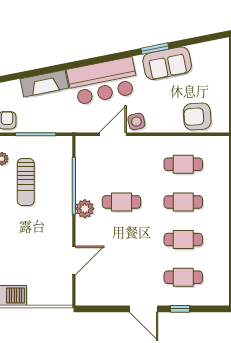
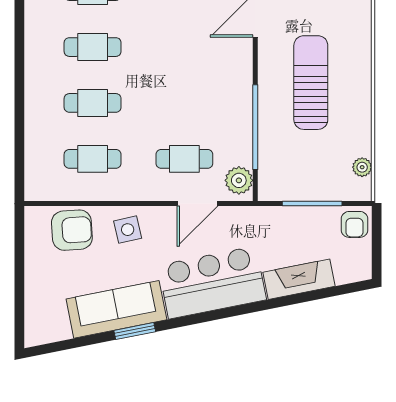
sofa: (167, 63) -> (116, 309), width x1.36
side table: (136, 122) -> (128, 230), moved
sun lounger: (26, 182) -> (311, 83), moved, width x1.36, depth x1.34
cafe table: (121, 202) -> (184, 159), moved
plant: (85, 209) -> (239, 180), moved

